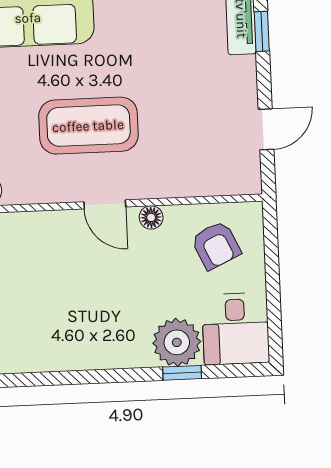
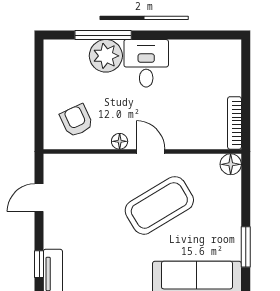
coffee table: (88, 126) -> (159, 205), turned -31
desk: (236, 329) -> (146, 63), moved
window: (182, 373) -> (103, 35), width x2.17

